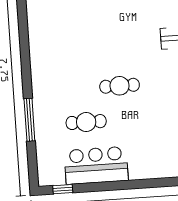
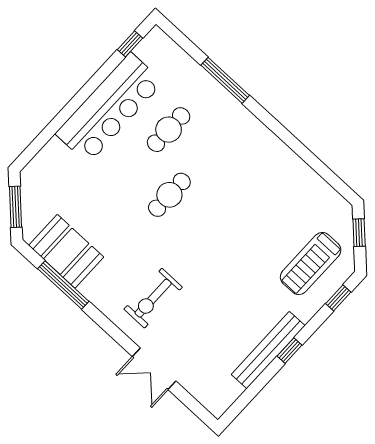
bar counter: (96, 165) -> (109, 108), width x1.36

